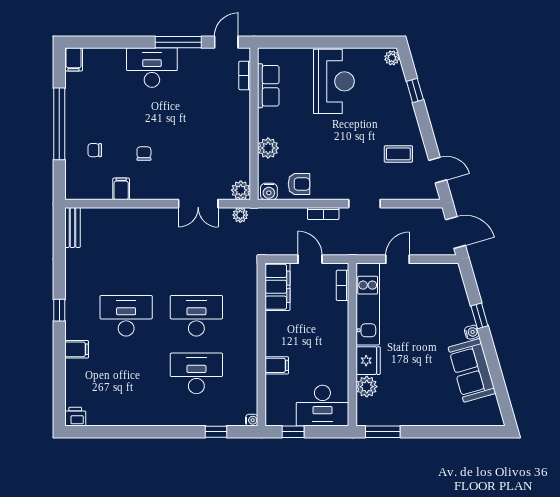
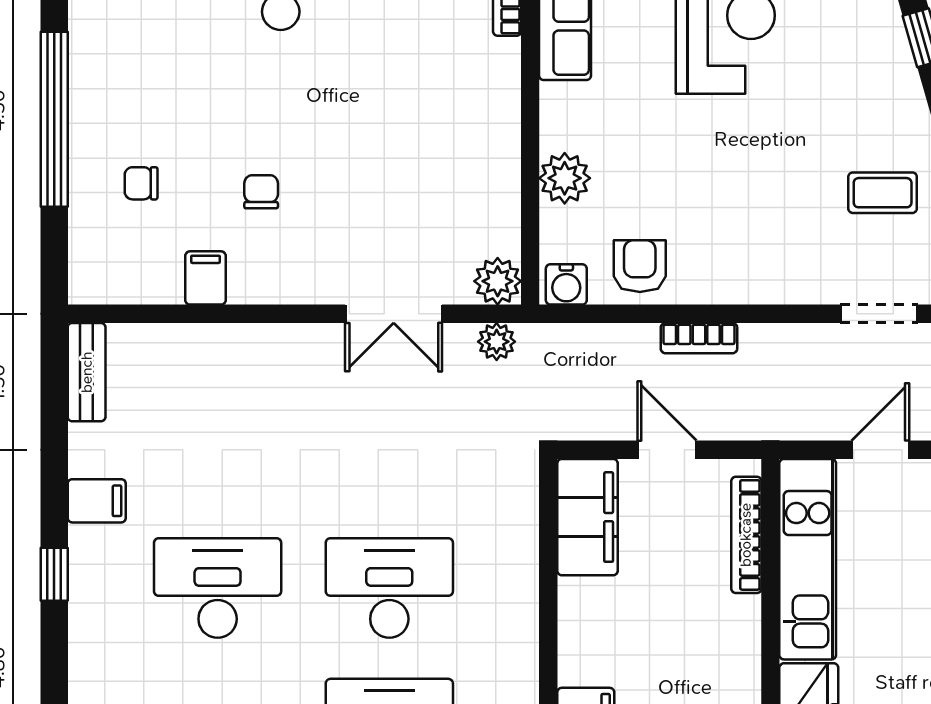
armchair: (299, 184) -> (640, 266), turned -90
doorway: (364, 204) -> (879, 314), moved
bookcase: (343, 285) -> (746, 535), width x1.56
filing cabinet: (77, 349) -> (97, 501), moved

